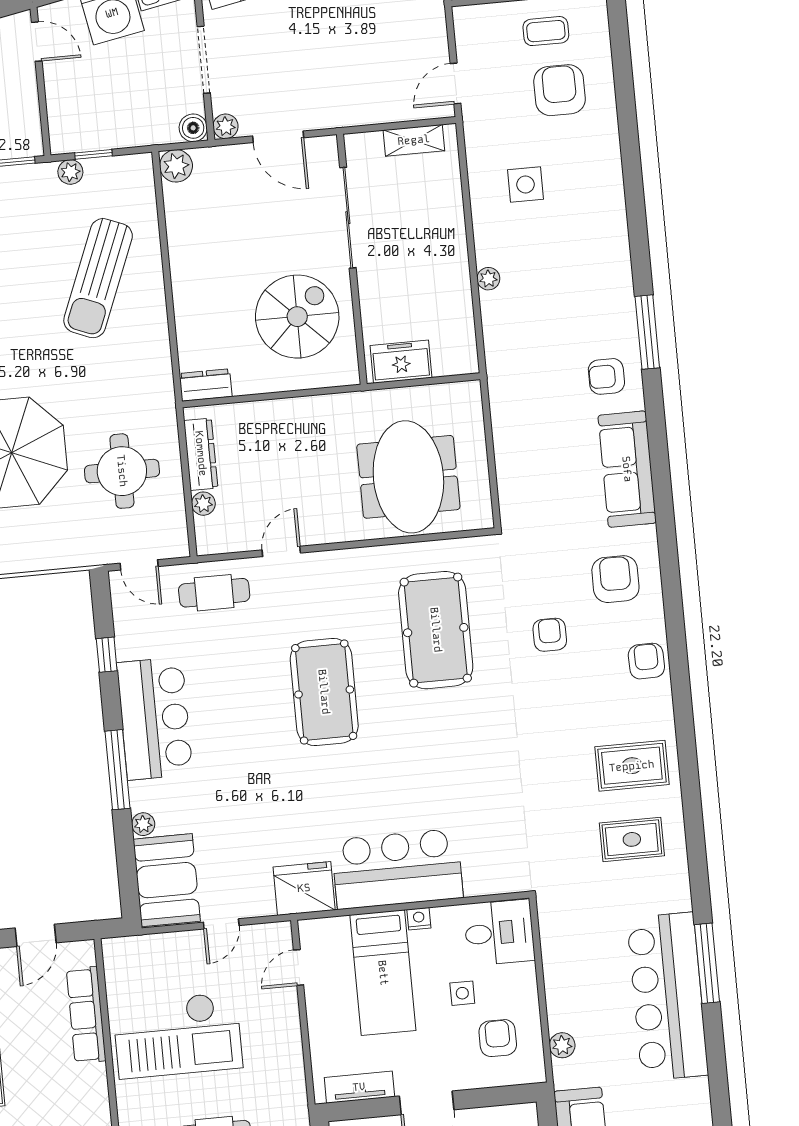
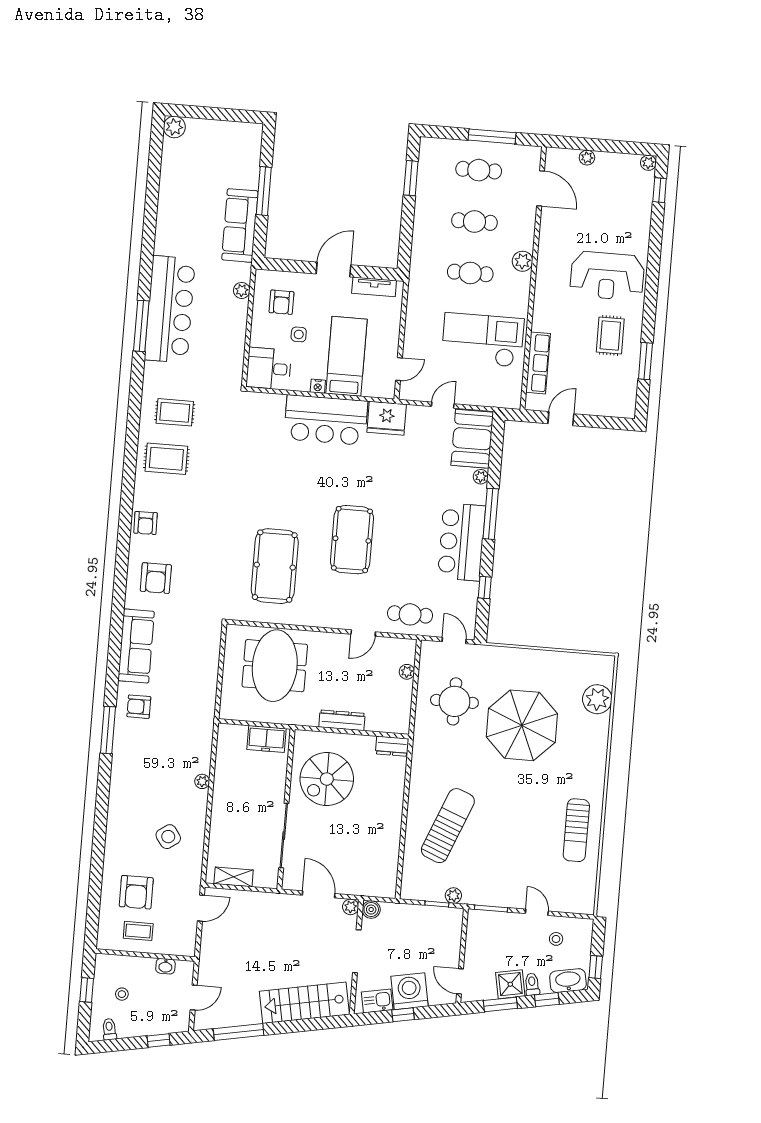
plant: (176, 166) -> (386, 888), removed
side table: (526, 184) -> (168, 837), turned -35
armchair: (606, 376) -> (139, 707), turned 180
dresser: (201, 454) -> (342, 720), moved, turned 90
armchair: (550, 635) -> (203, 550), removed

